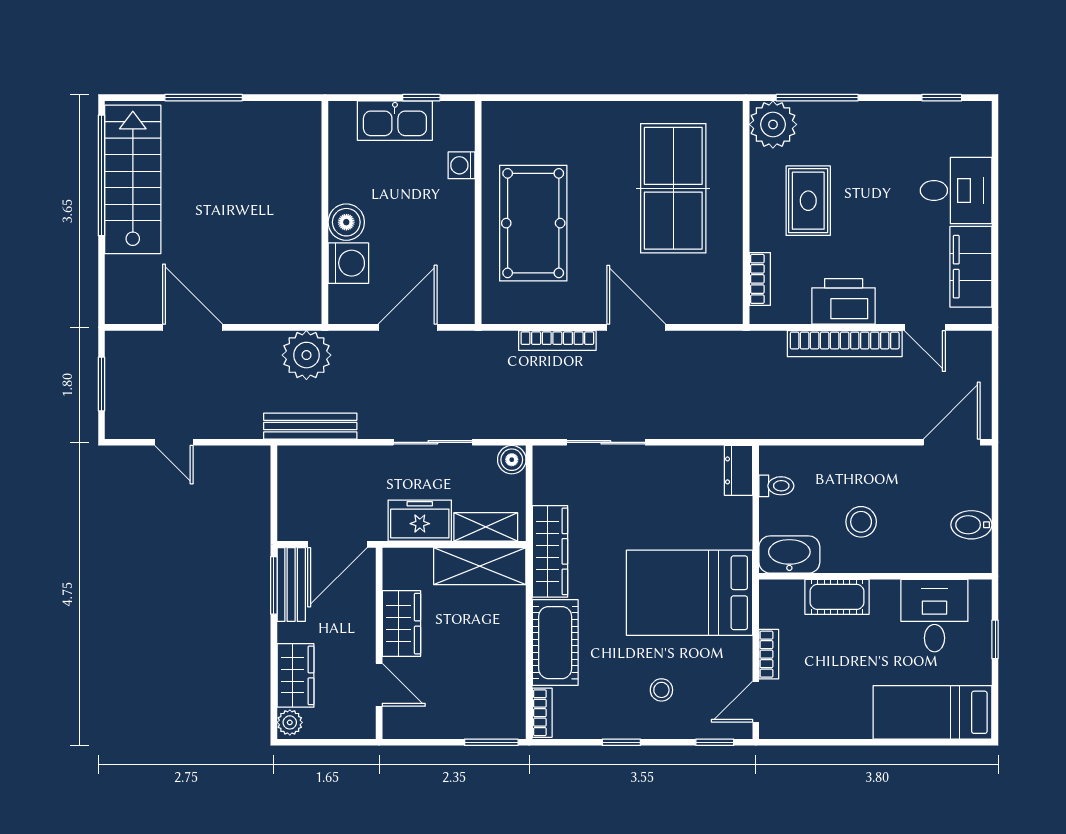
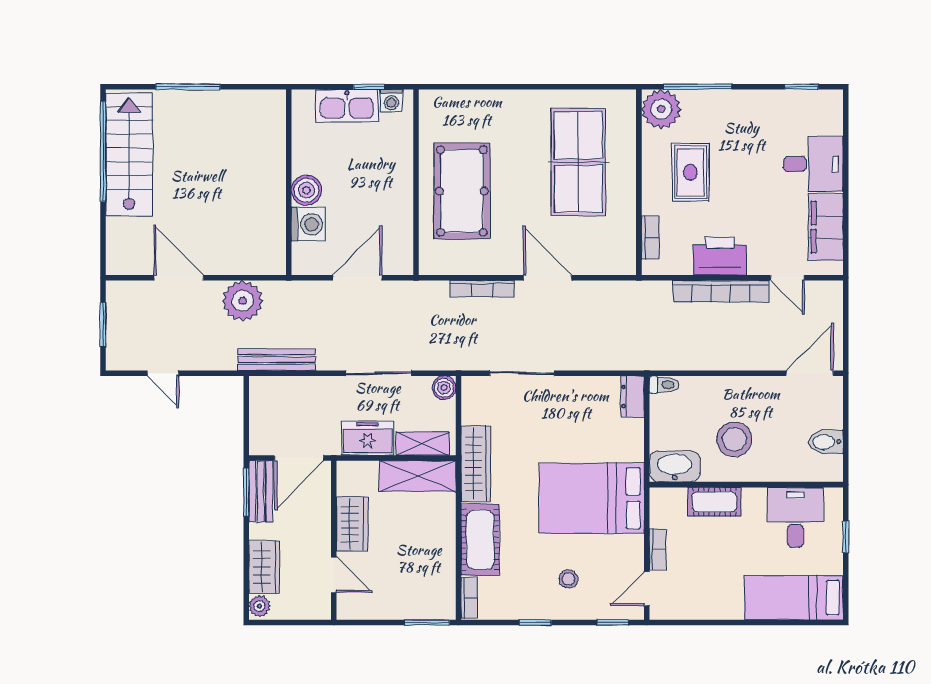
washing machine: (462, 165) -> (391, 101), moved, turned -90
plant: (306, 355) -> (243, 301), moved
toilet: (776, 486) -> (664, 385), moved
stool: (861, 522) -> (734, 439), width x1.38, depth x1.38

